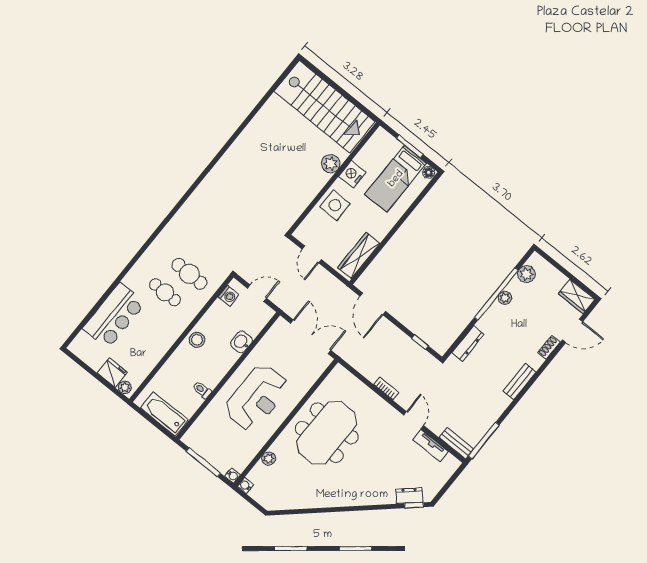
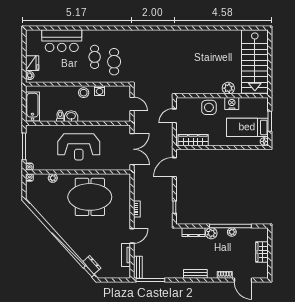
plant: (526, 274) -> (211, 233), moved
washing machine: (229, 296) -> (100, 91), moved
wardrobe: (577, 297) -> (262, 252), moved
washbasin: (241, 342) -> (71, 116), moved

